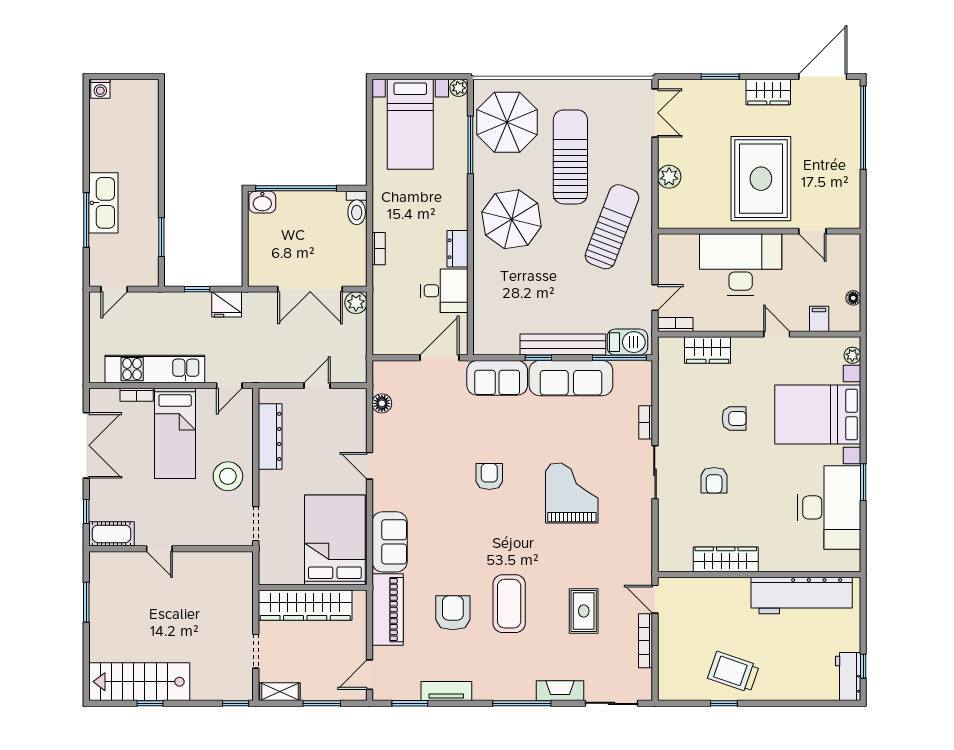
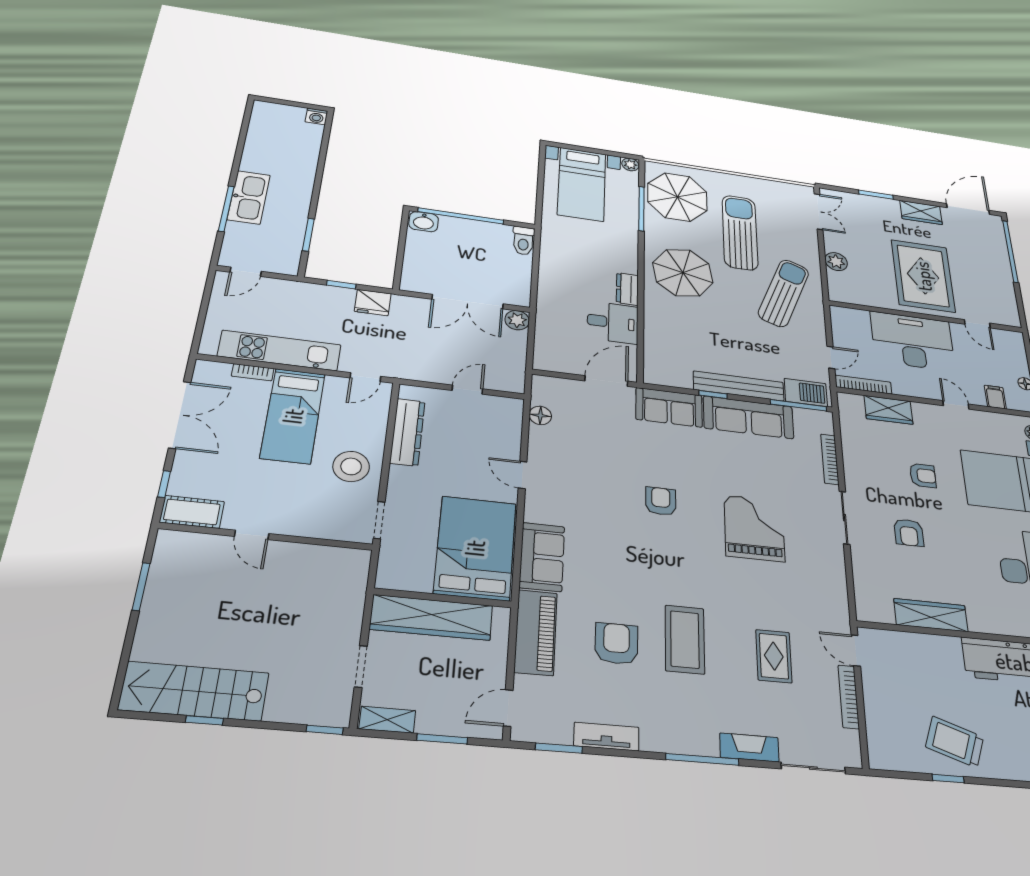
washing machine: (100, 89) -> (317, 116), moved
bookcase: (379, 249) -> (545, 277), removed
bookcase: (675, 325) -> (863, 385), width x1.56
bookcase: (646, 422) -> (830, 459), width x1.56

